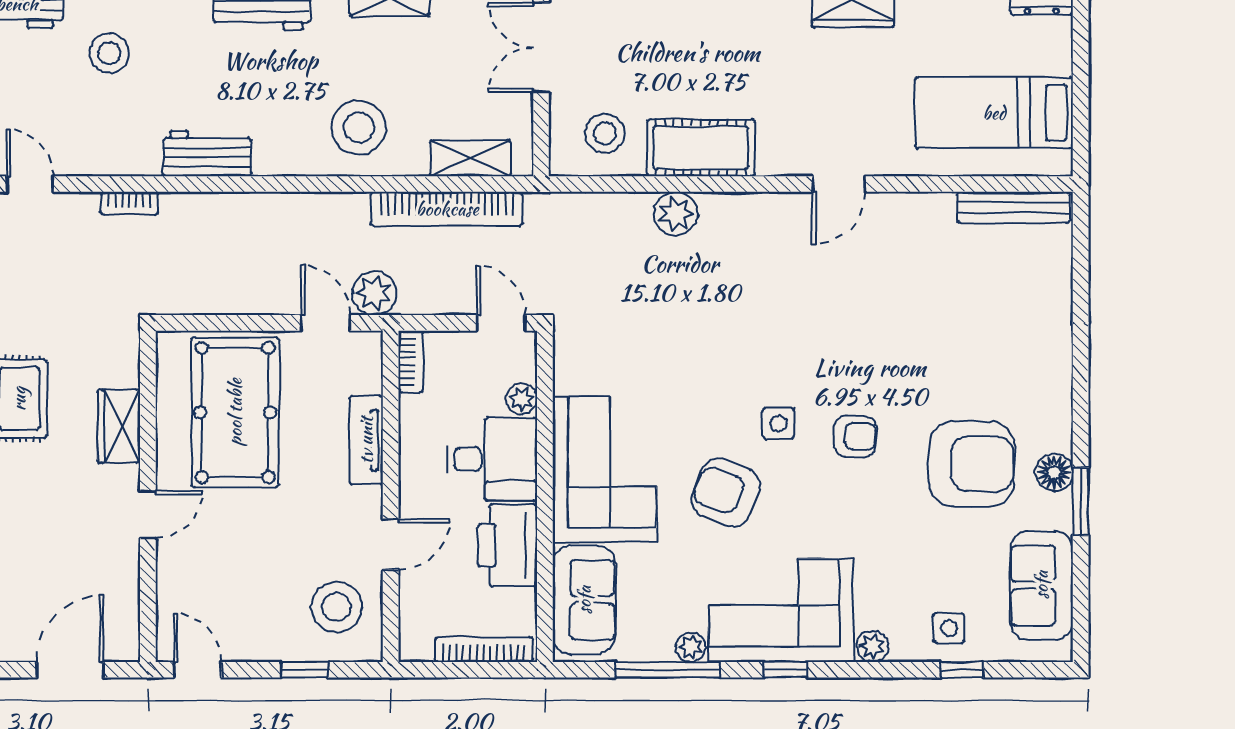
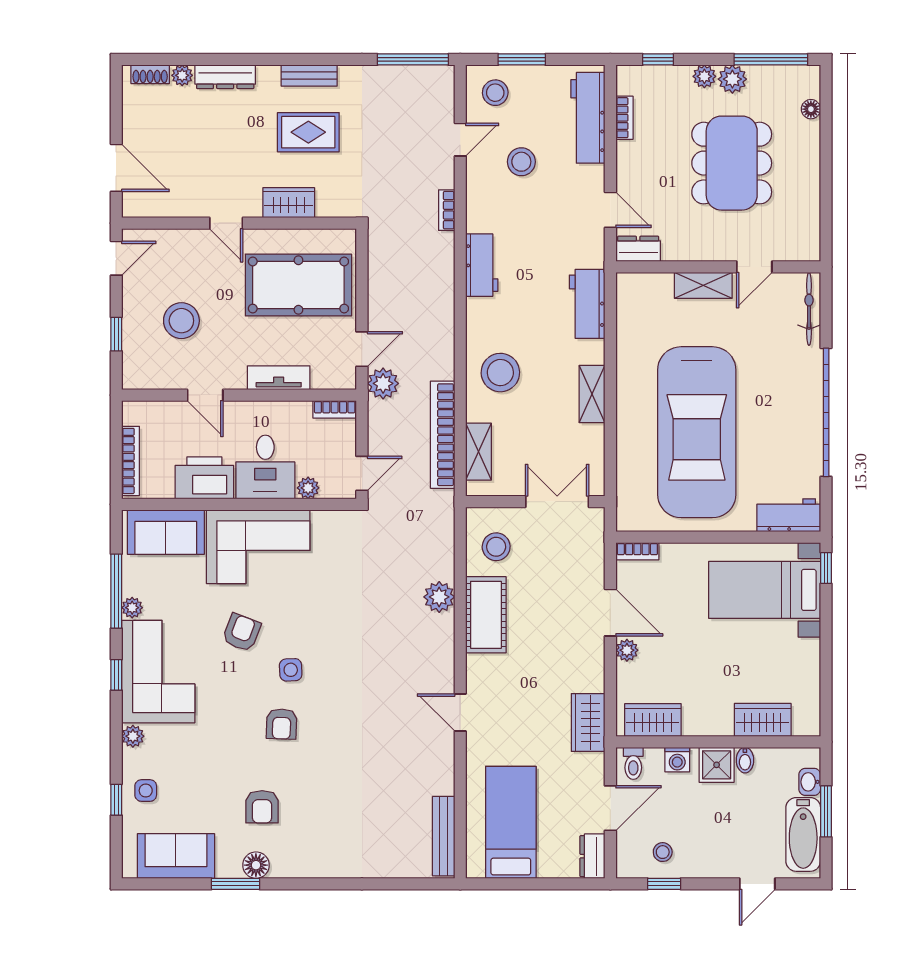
stool: (109, 53) -> (521, 162), moved
armchair: (972, 464) -> (262, 807), width x0.53, depth x0.53
armchair: (726, 493) -> (242, 632), width x0.72, depth x0.72
stool: (337, 607) -> (181, 321), moved

